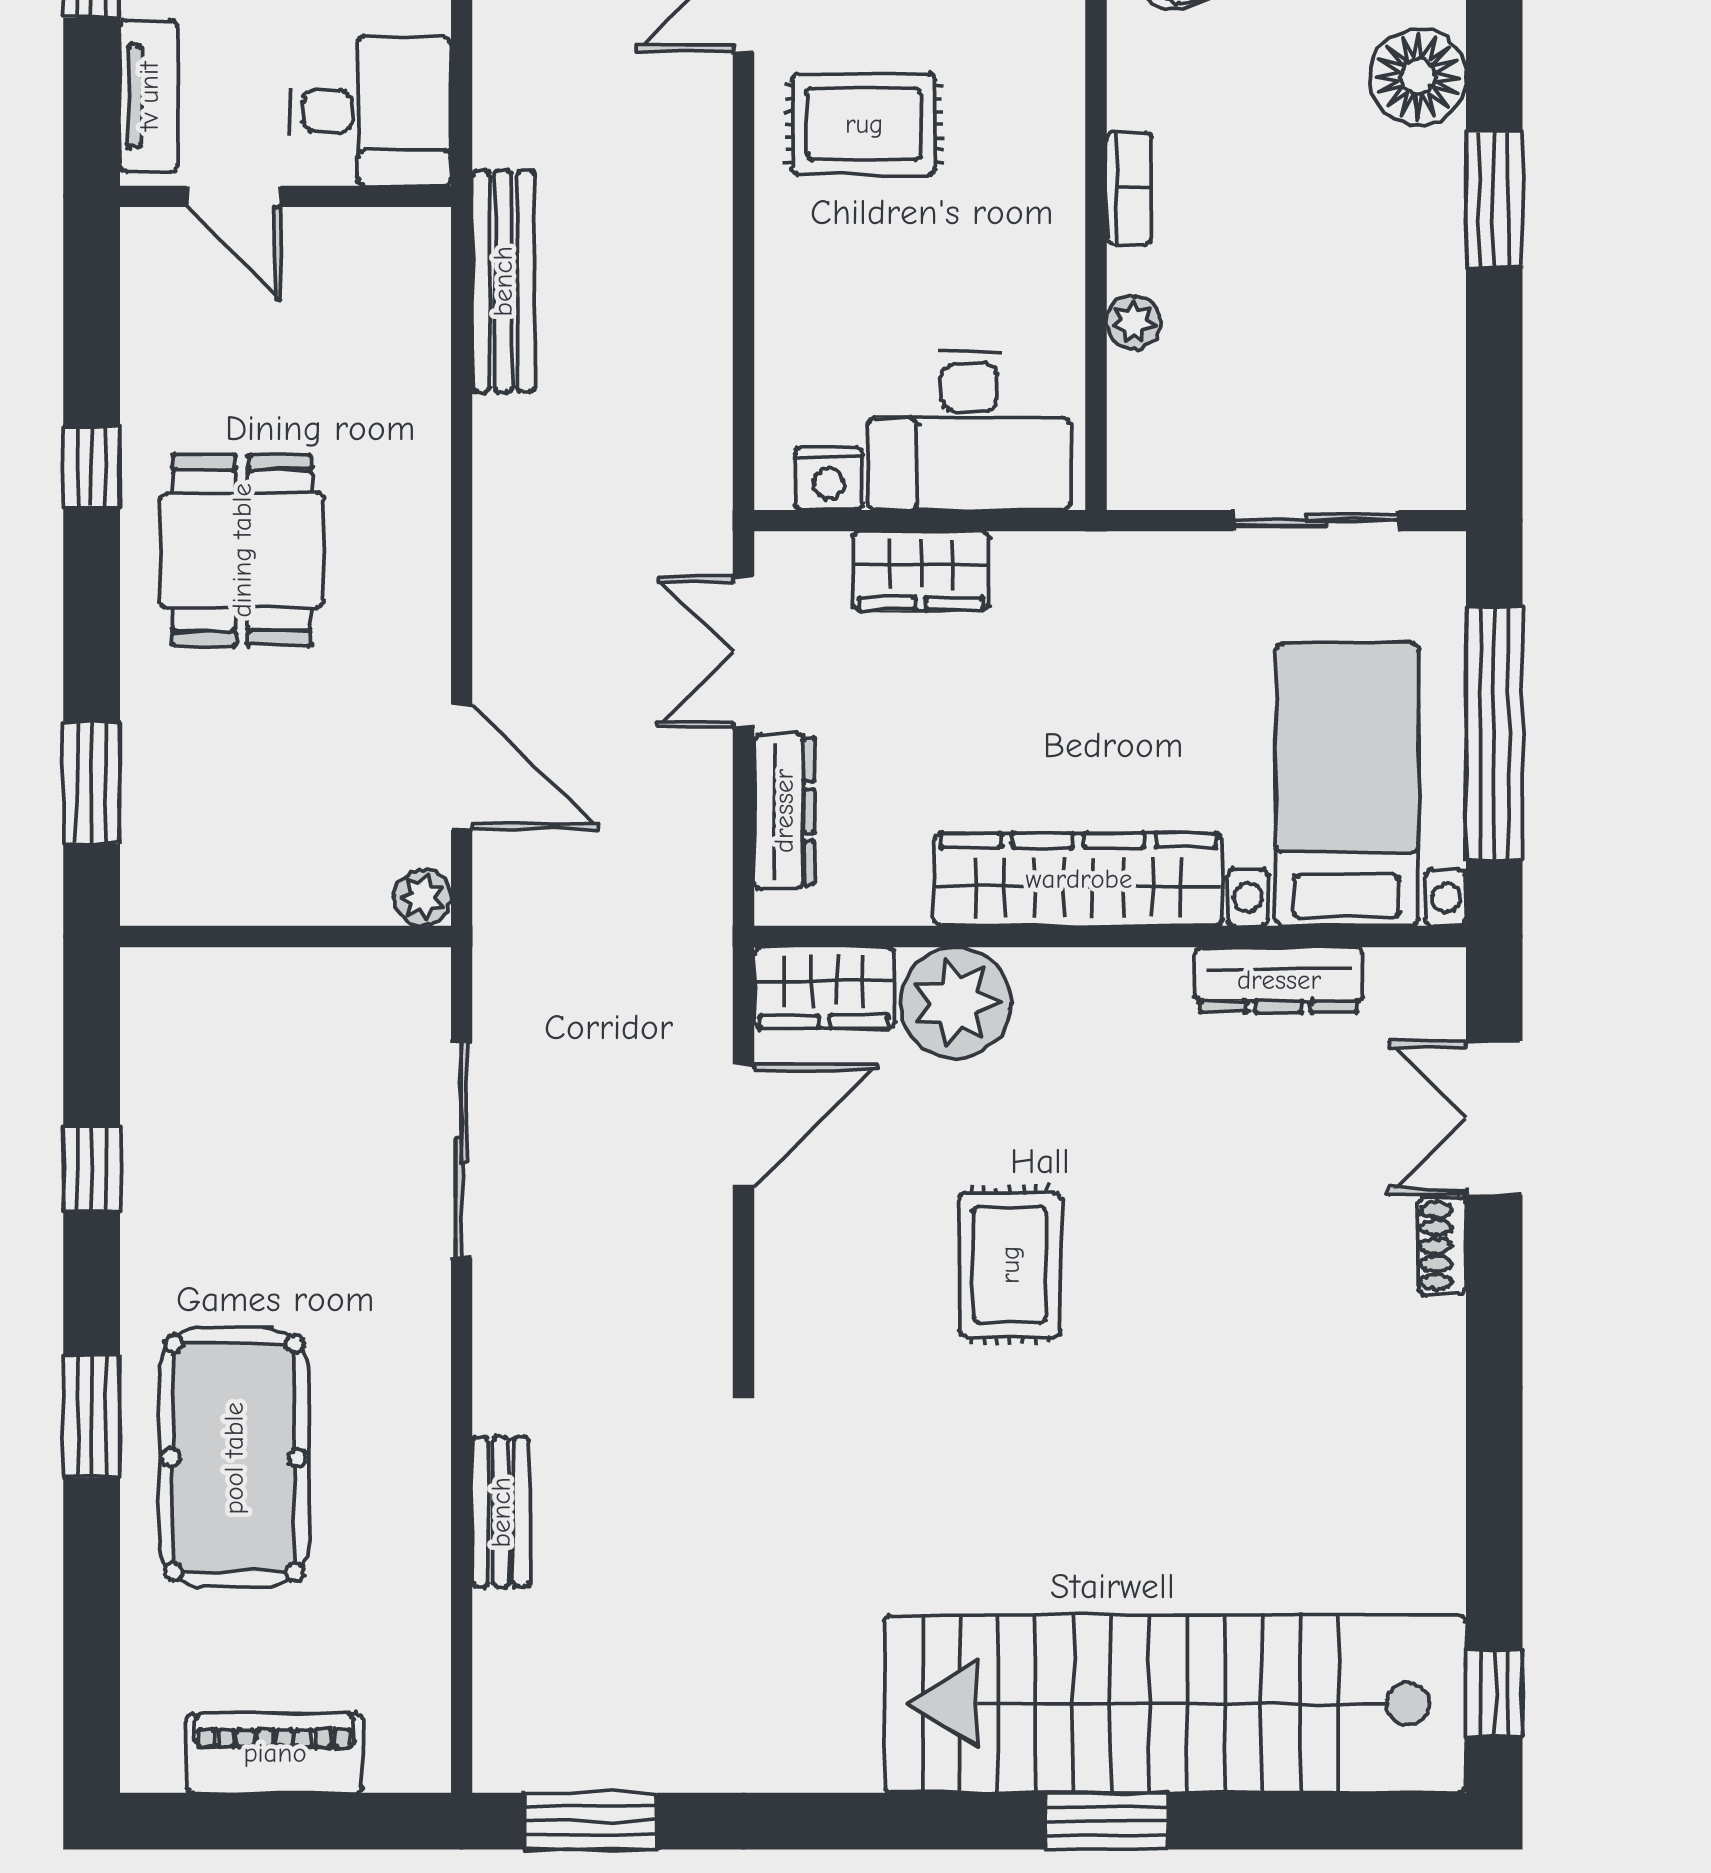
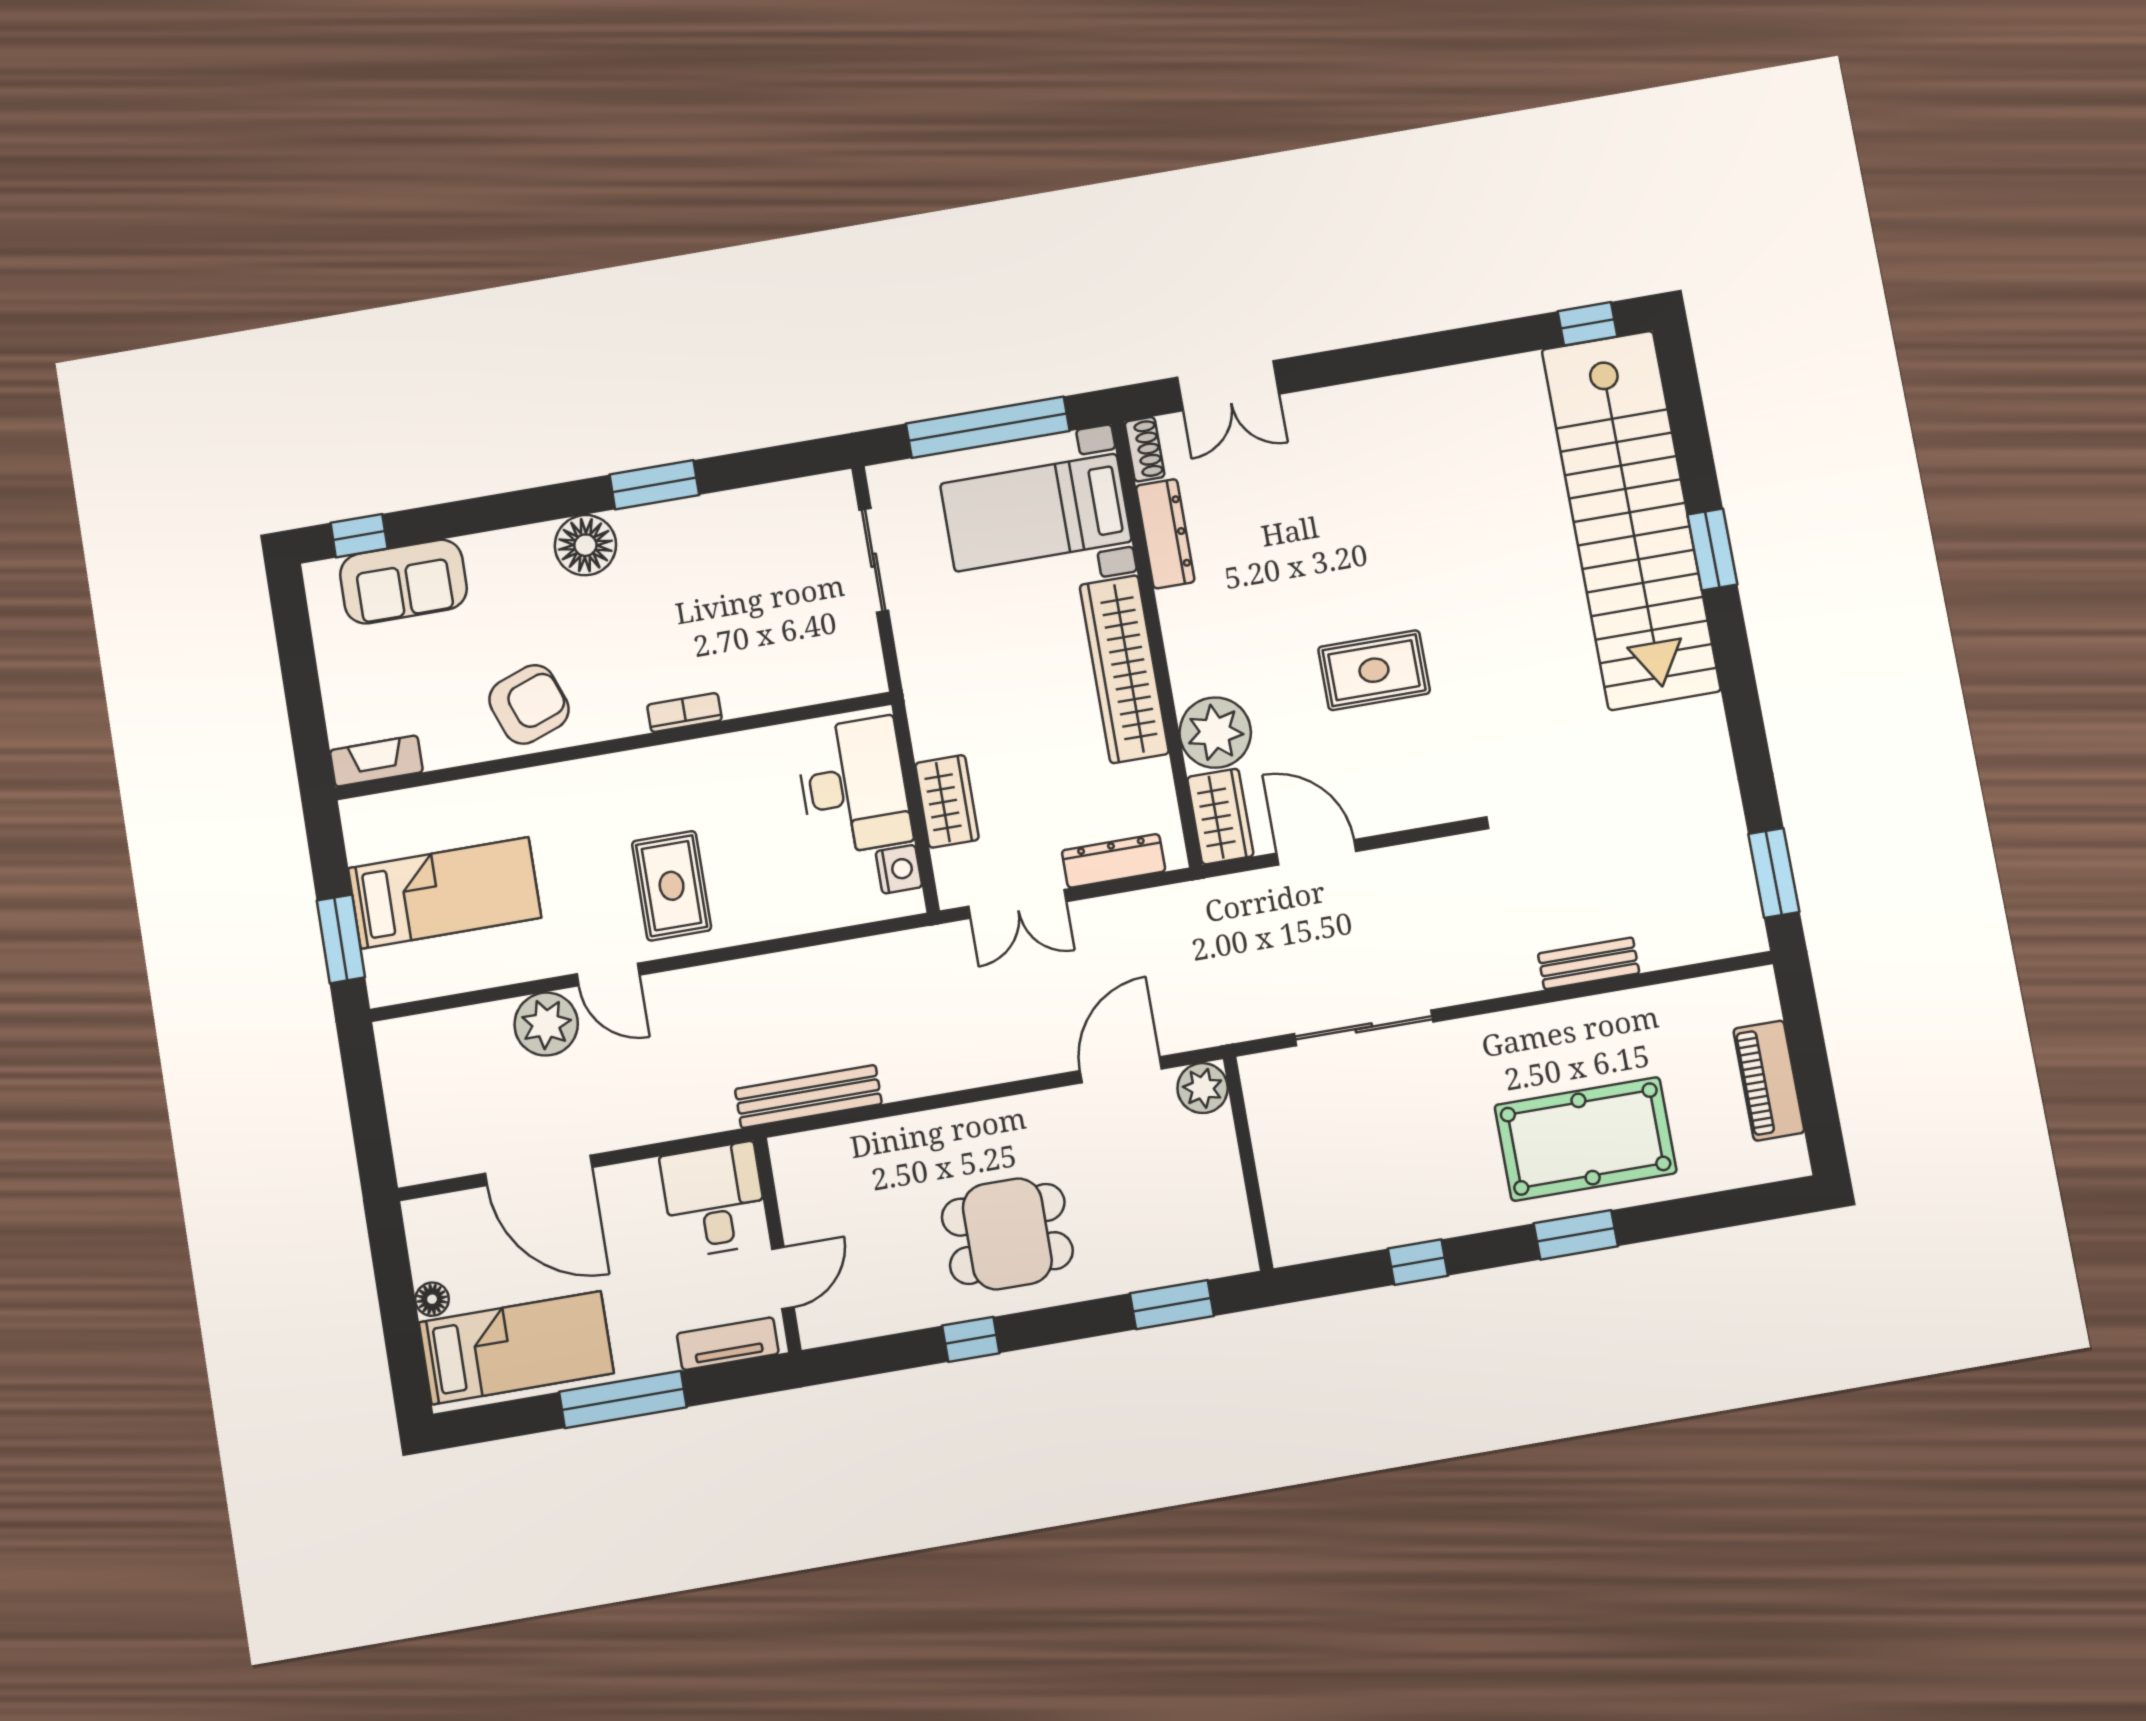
plant: (1133, 322) -> (768, 695), removed
plant: (423, 898) -> (1203, 1088), width x1.38, depth x1.38
shoe rack: (1442, 1246) -> (1145, 449), moved, turned -90

